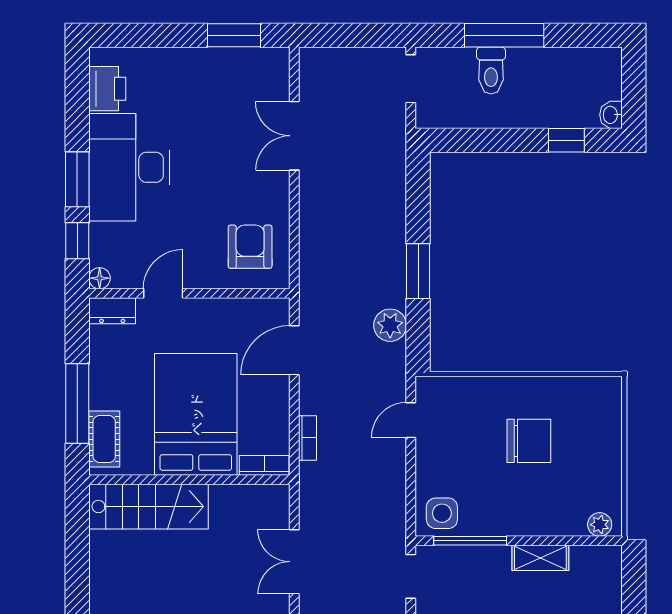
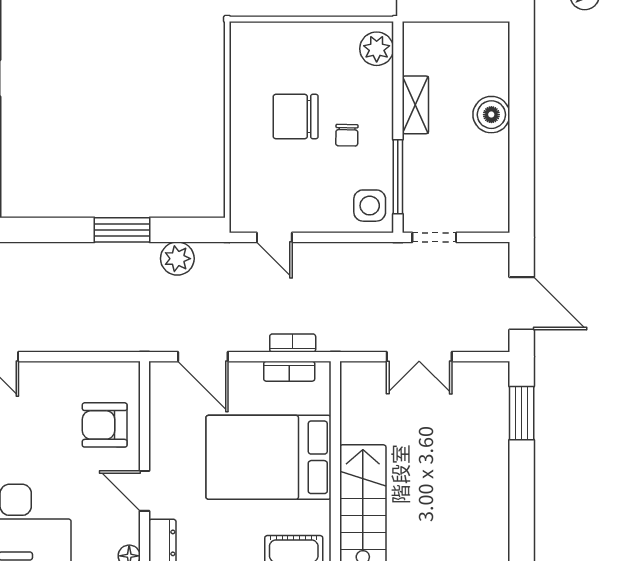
armchair: (250, 247) -> (105, 425), moved
chair: (529, 441) -> (296, 117), turned -90
bookcase: (264, 465) -> (289, 371), moved, turned -90
chair: (511, 491) -> (347, 135), added
plant: (600, 525) -> (377, 49), width x1.38, depth x1.38

